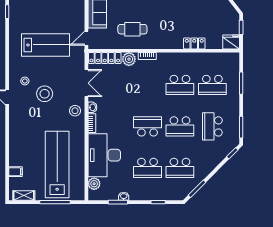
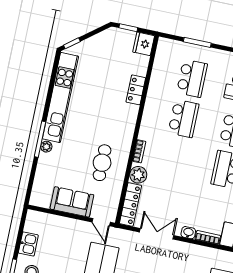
stool: (75, 111) -> (188, 255), removed

